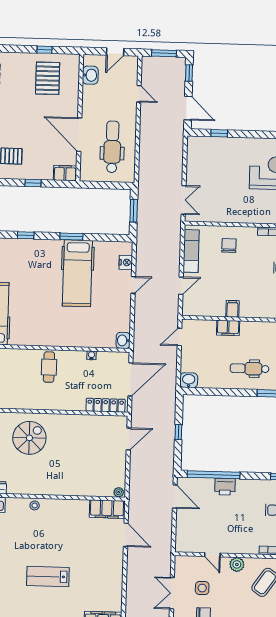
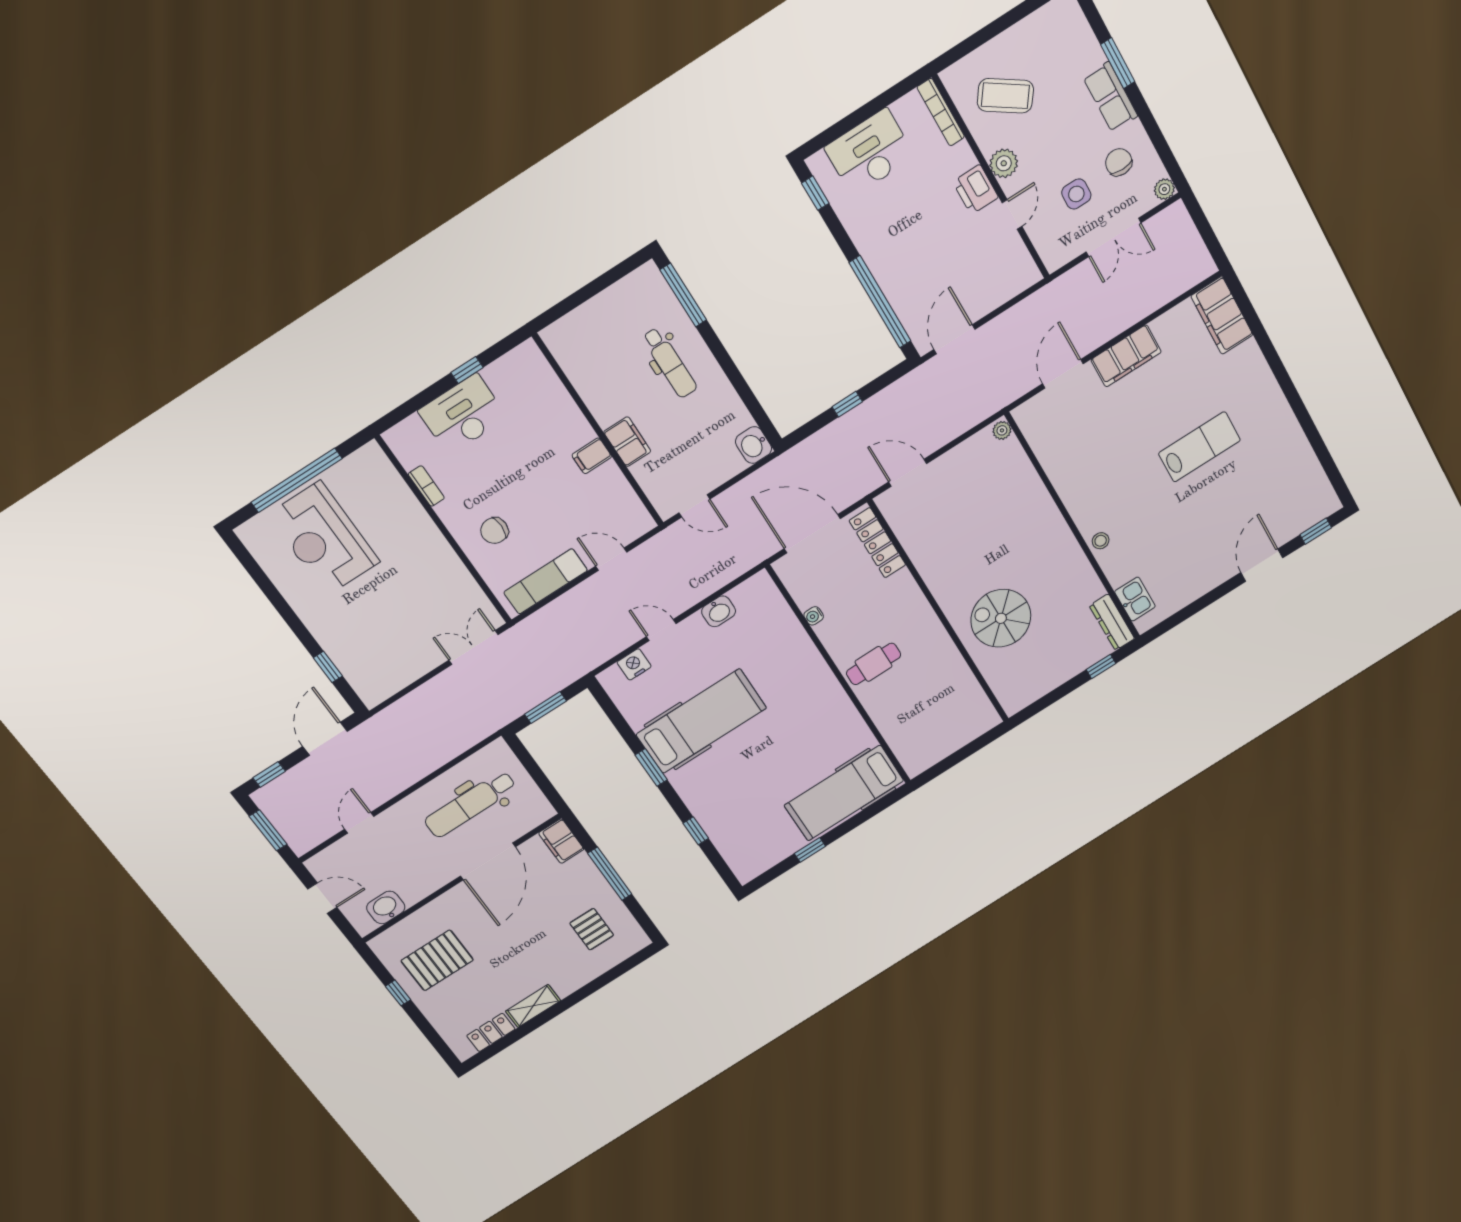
window: (33, 183) -> (610, 874), width x2.17
washbasin: (123, 340) -> (719, 611), moved
printer: (225, 487) -> (976, 190), moved, turned 180
filing cabinet: (107, 509) -> (1126, 356), moved, turned 90
lab bench: (48, 576) -> (1199, 447), turned -90

